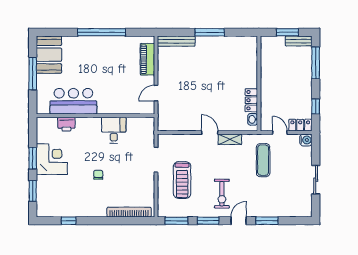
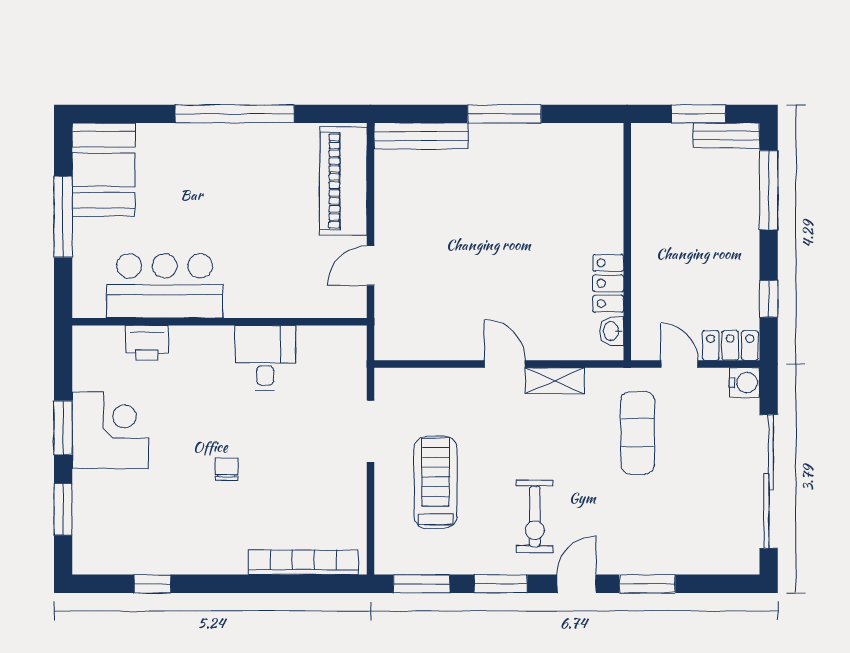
piano: (147, 59) -> (343, 181), width x1.37, depth x1.33
treadmill: (182, 180) -> (436, 482), turned 180
sliding door: (316, 180) -> (769, 481), width x1.86

